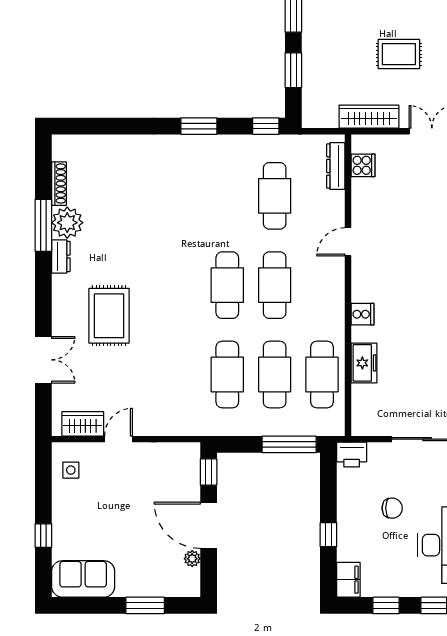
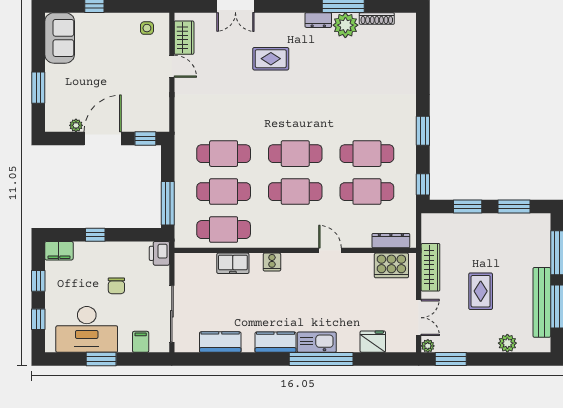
cooker: (363, 165) -> (391, 265), width x1.87, depth x1.31
cafe table: (227, 196) -> (367, 154), added
rug: (109, 316) -> (271, 59), width x0.73, depth x0.70

